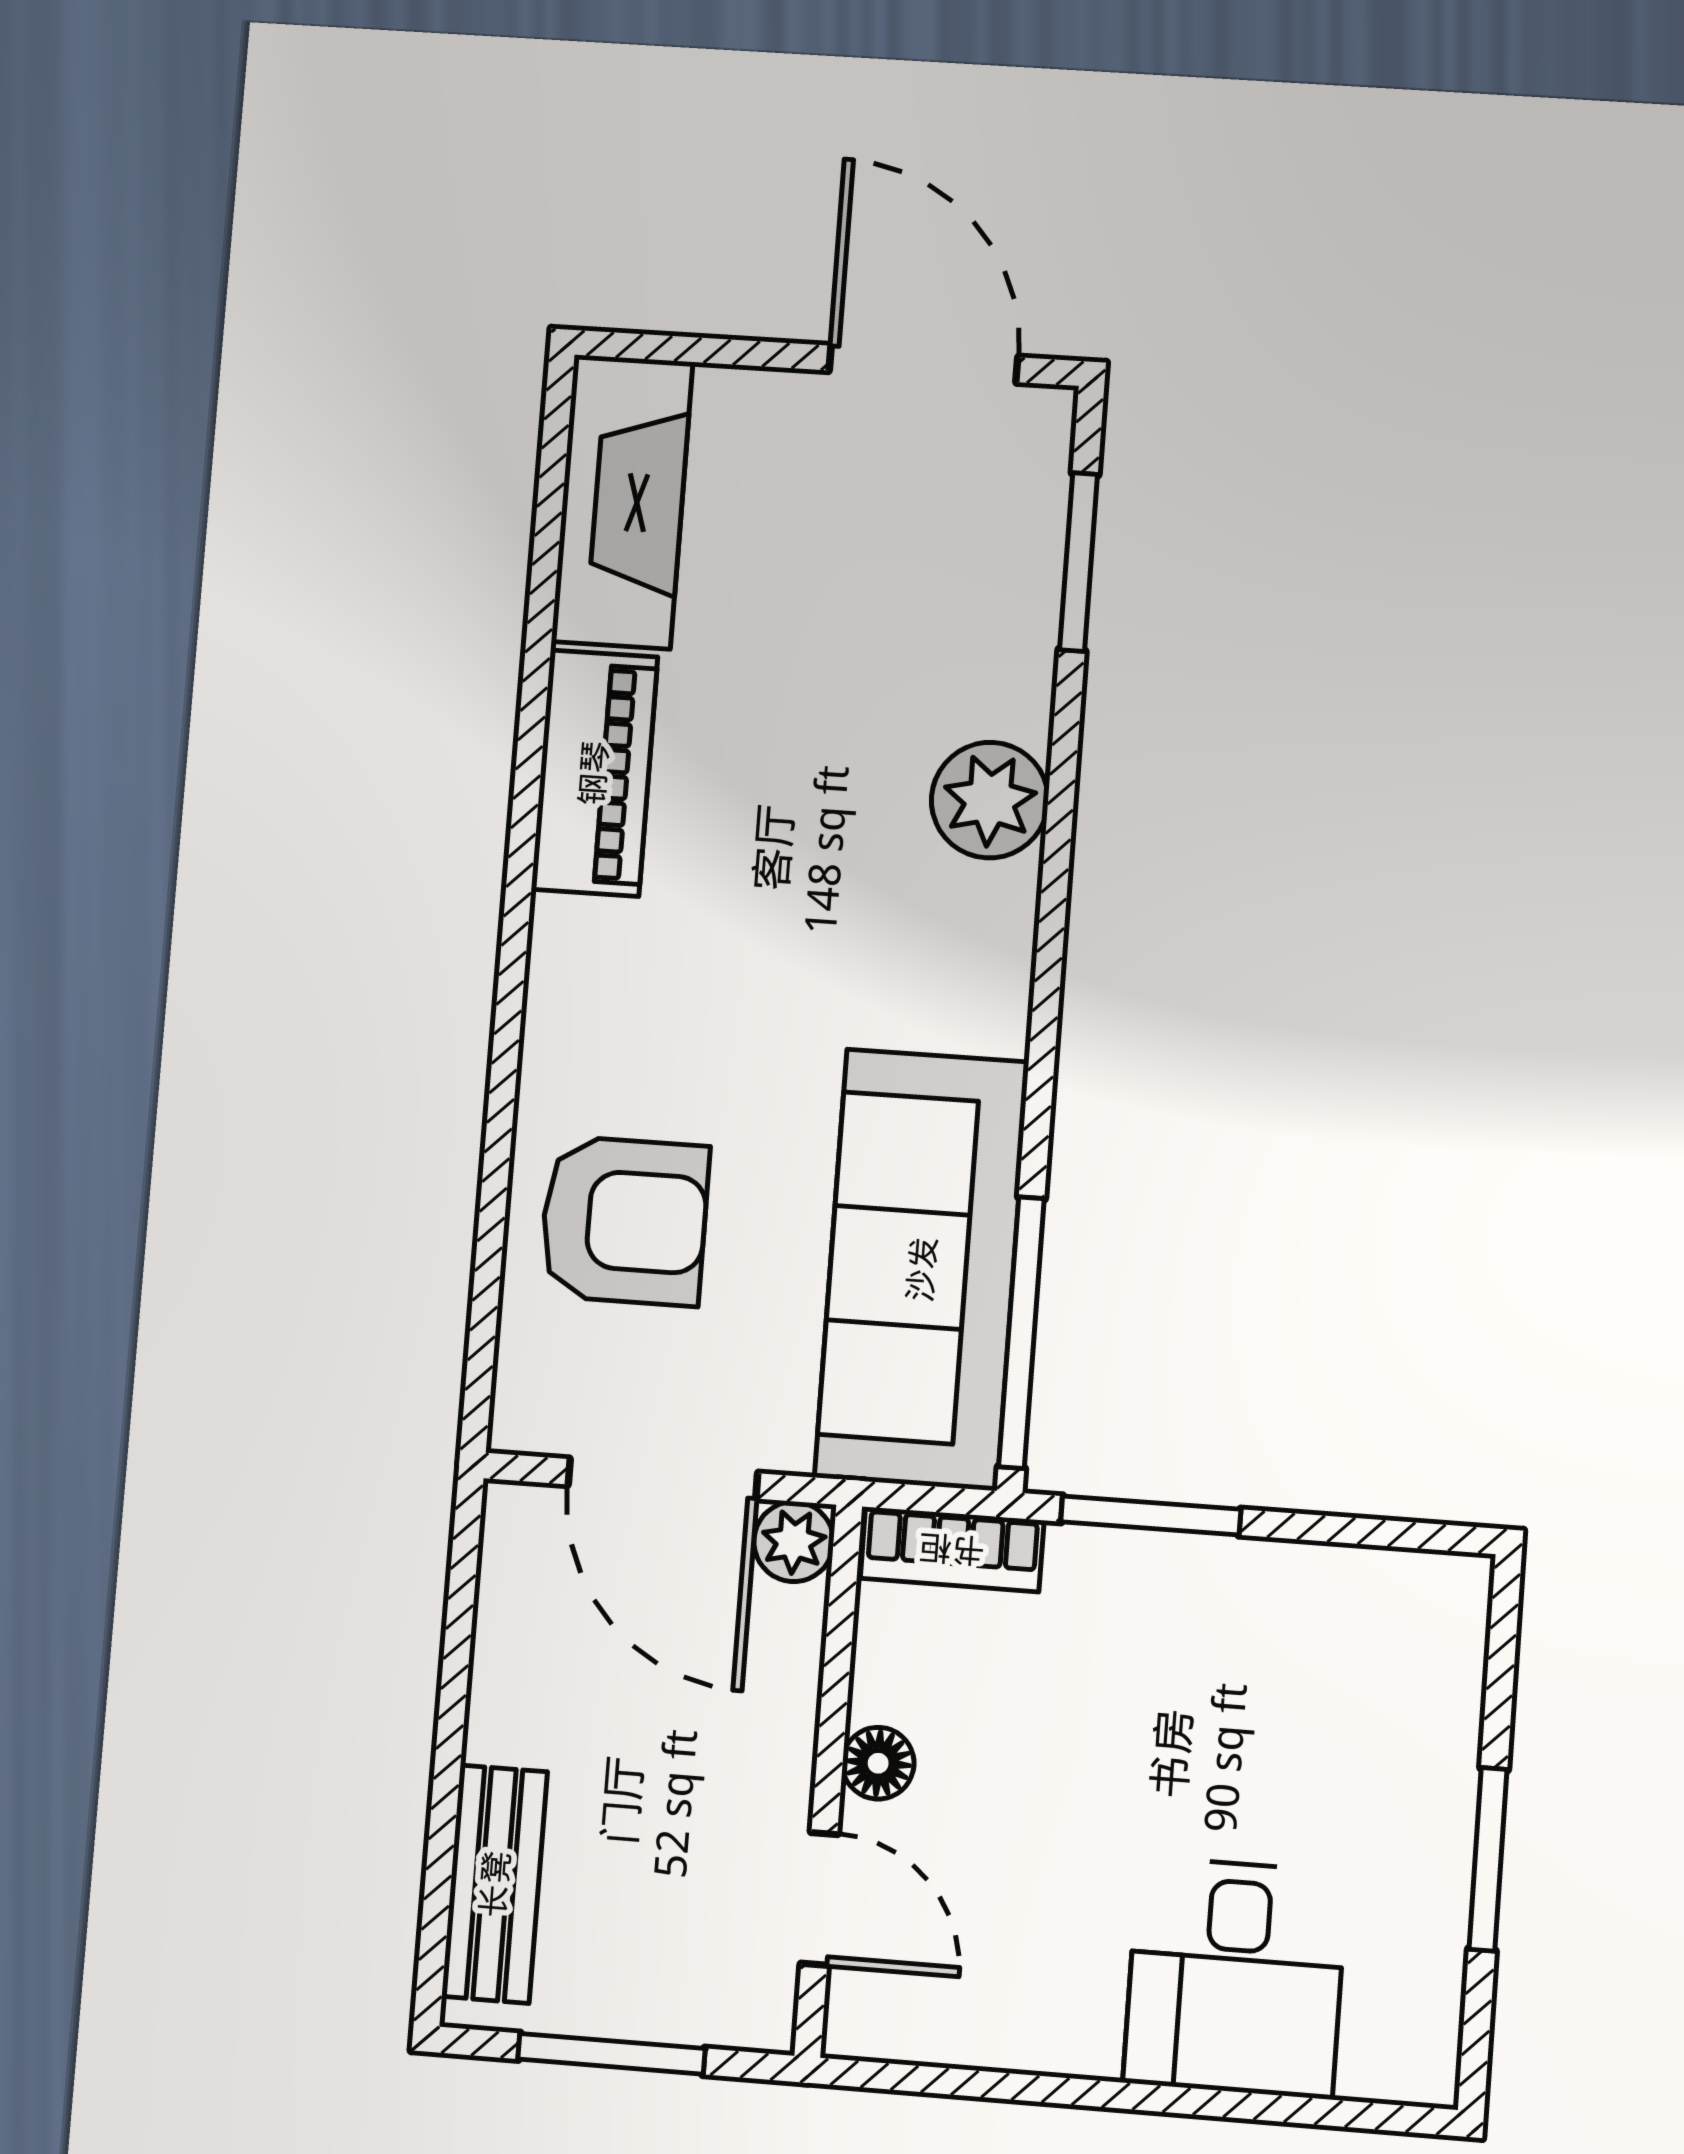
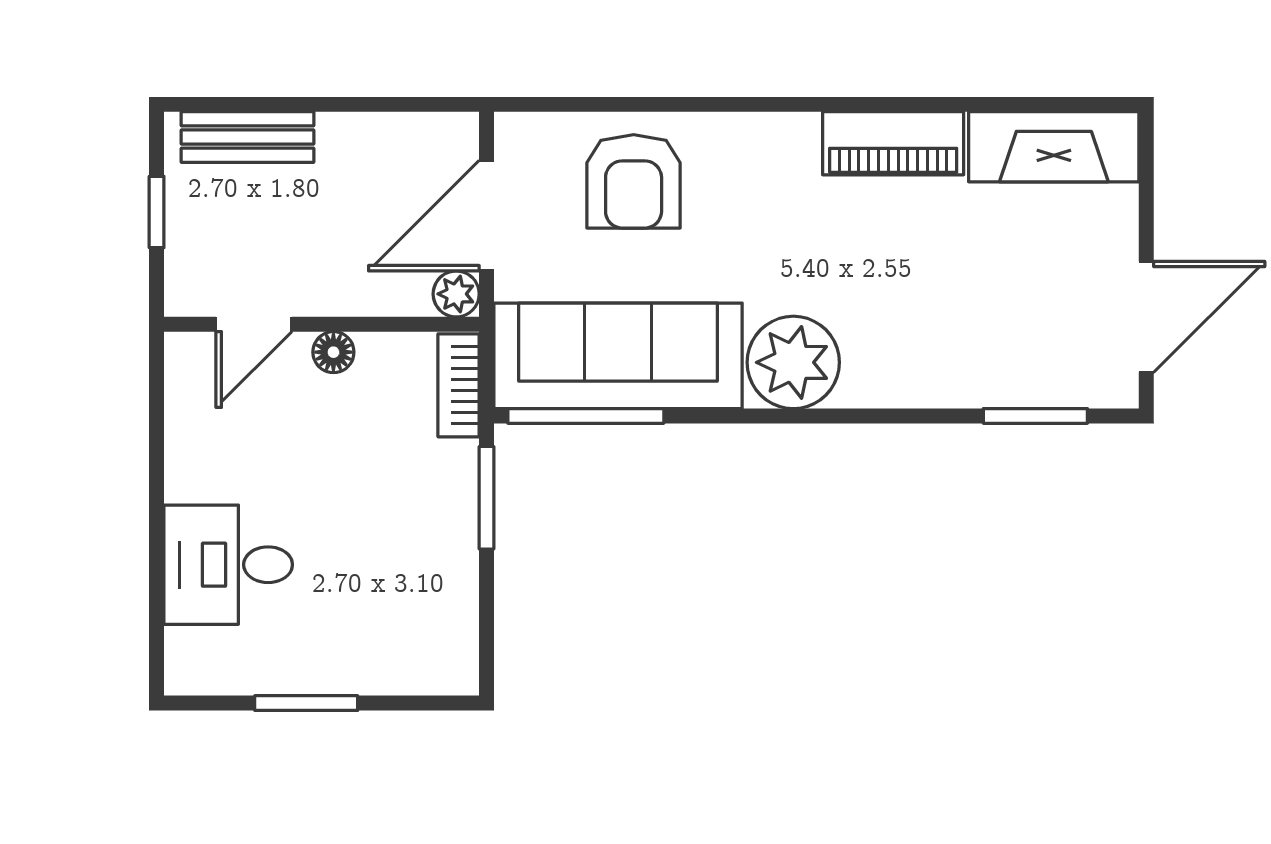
plant: (990, 800) -> (793, 362), moved, width x1.36, depth x1.36
window: (611, 2054) -> (157, 212), width x0.67

